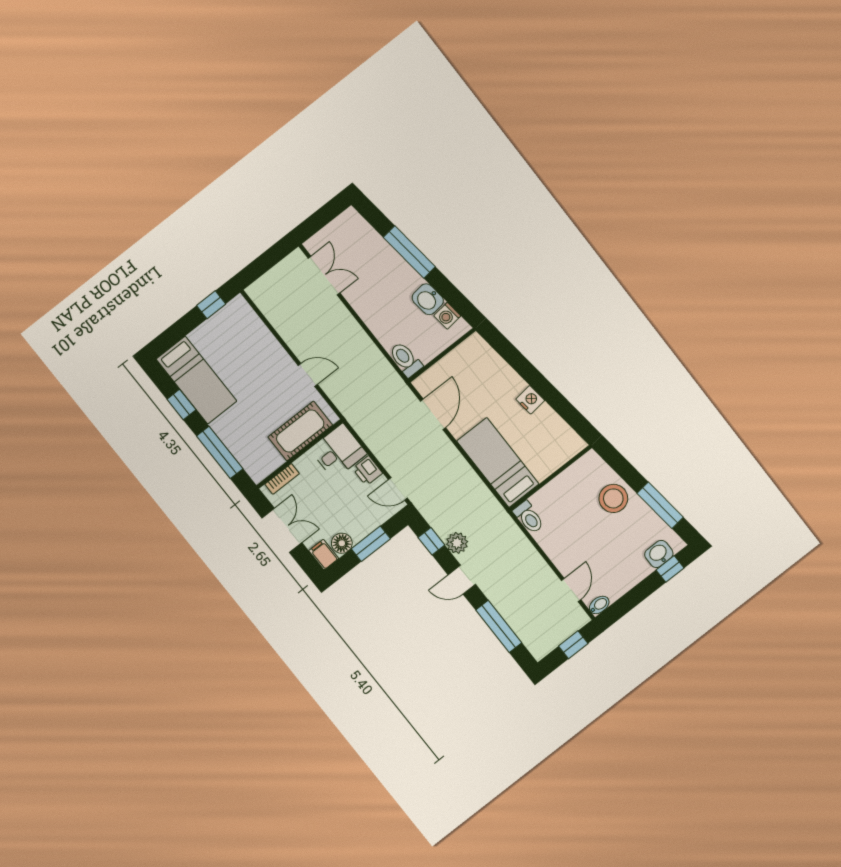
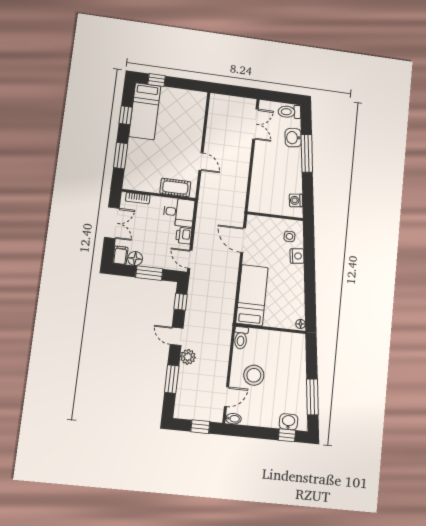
washbasin: (428, 299) -> (293, 138), moved
window: (211, 305) -> (157, 80), moved
toilet: (406, 359) -> (289, 112), moved, turned -97
side table: (478, 362) -> (289, 236), added
nightstand: (530, 400) -> (297, 256), moved
door: (433, 414) -> (243, 240), swing flipped
cot: (300, 431) -> (175, 188), width x0.73, depth x0.75
floor lamp: (577, 443) -> (301, 324), added
window: (220, 452) -> (121, 156), width x0.69
stool: (613, 498) -> (254, 375), moved
plant: (457, 543) -> (188, 357), moved
window: (499, 626) -> (172, 379), width x0.69

